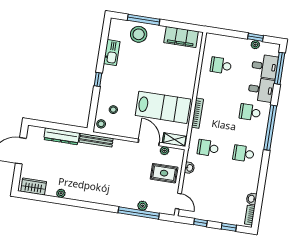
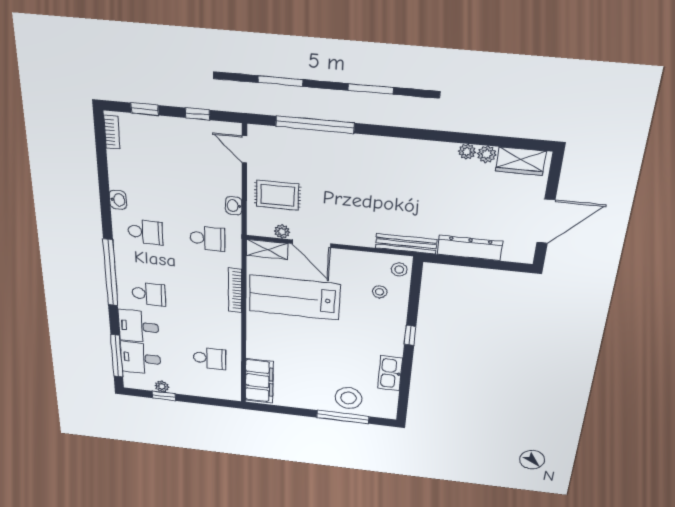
filing cabinet: (181, 37) -> (259, 381), moved, turned 90
washbasin: (252, 199) -> (118, 200), moved
plant: (143, 206) -> (487, 154), moved

